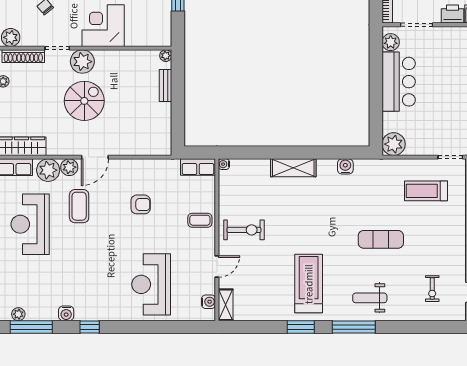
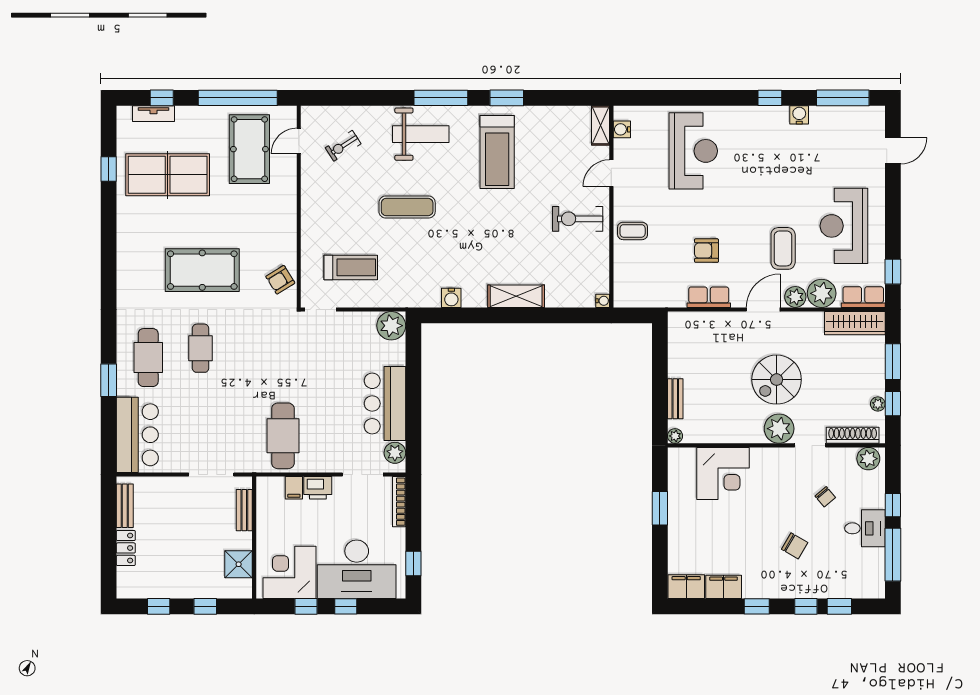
corner desk: (103, 26) -> (723, 473), moved
row of seats: (198, 167) -> (709, 297), moved
reception desk: (30, 224) -> (844, 226), turned 180
exercise bike: (432, 289) -> (343, 146), turned -123
weight bench: (370, 298) -> (421, 134), width x1.36, depth x1.33
plant: (18, 314) -> (859, 114), removed

